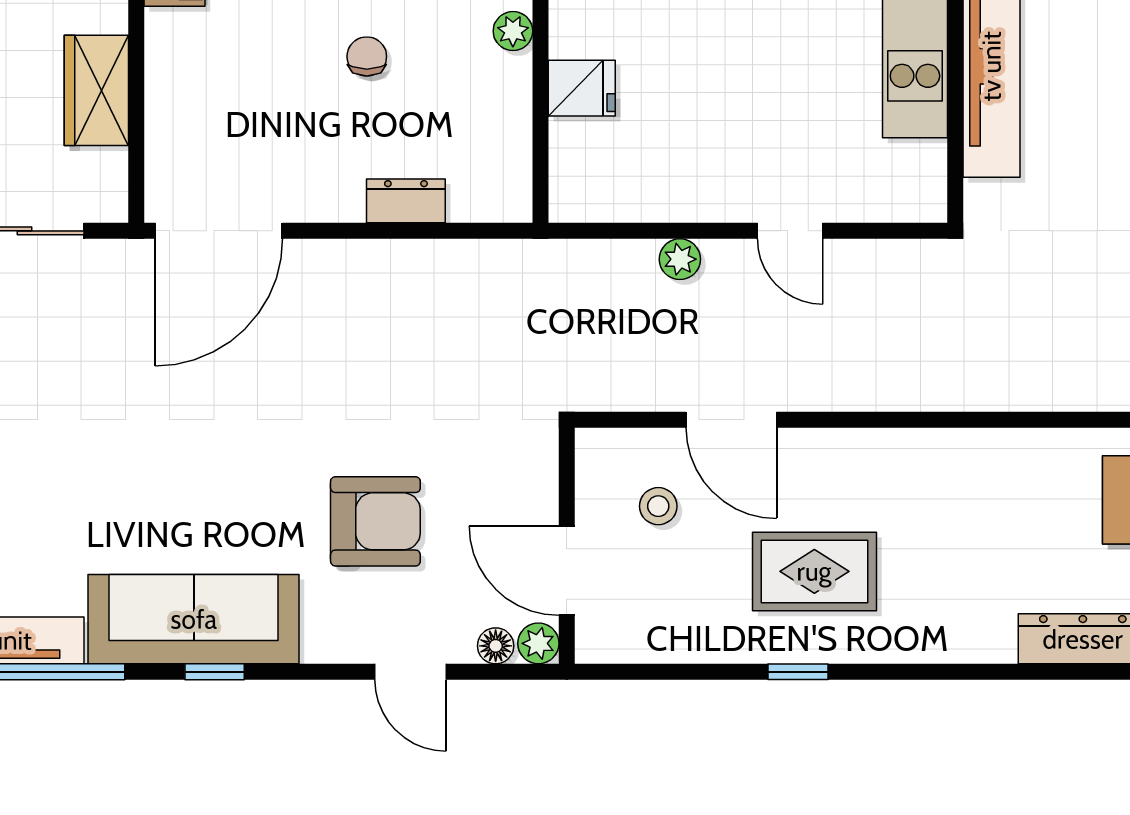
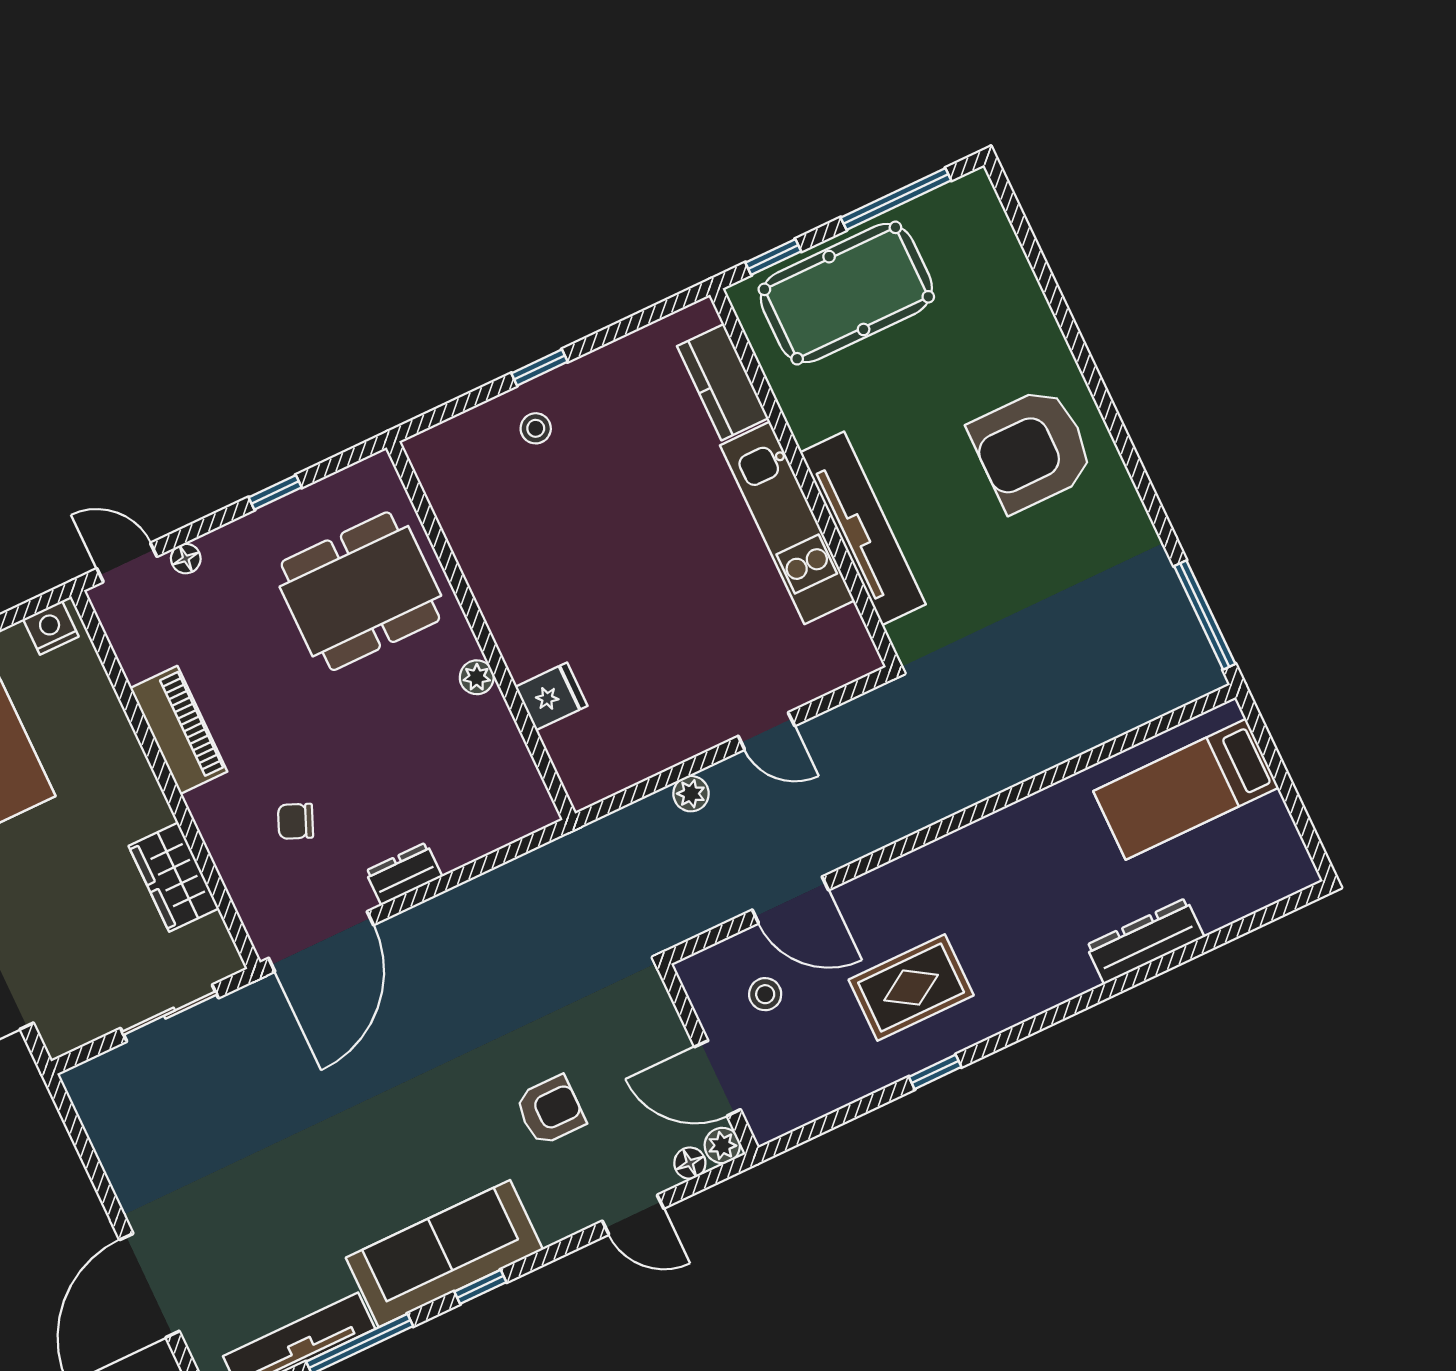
chair: (367, 56) -> (296, 821), moved, turned -67
dresser: (406, 201) -> (404, 874), moved
armchair: (375, 521) -> (550, 1110), width x0.72, depth x0.72

